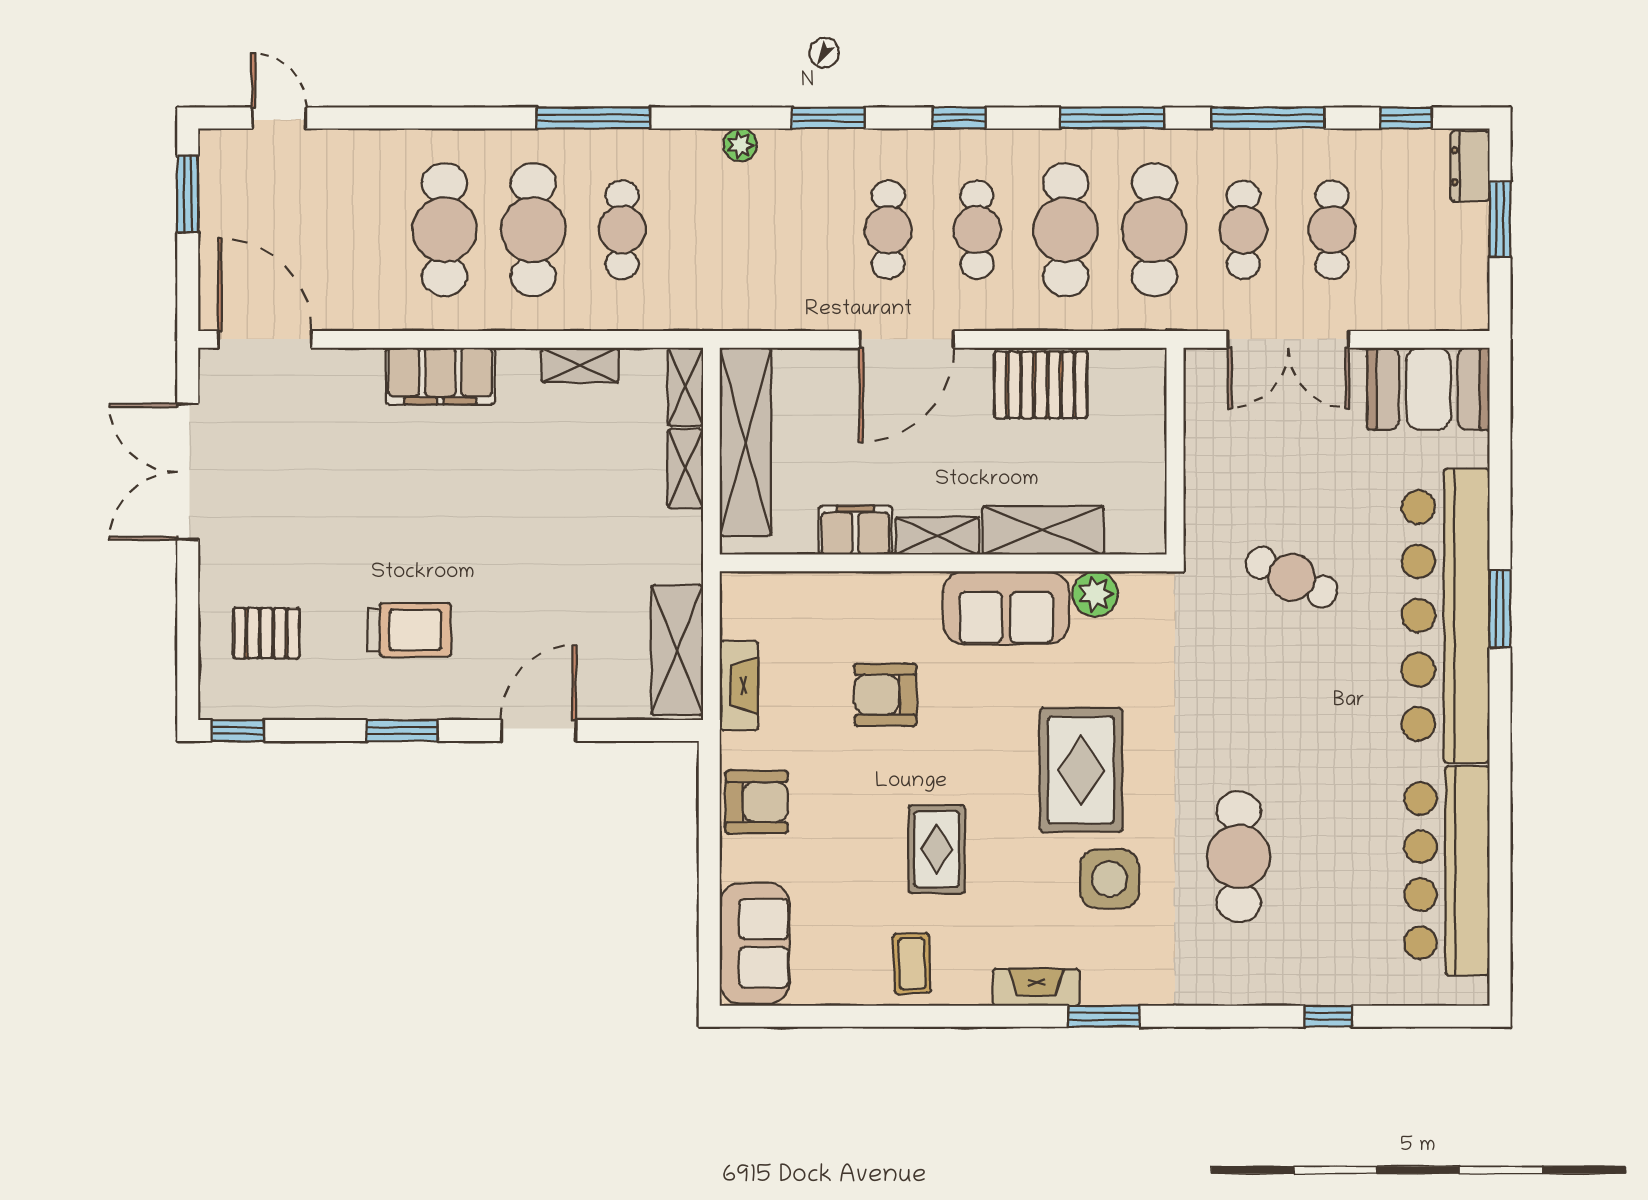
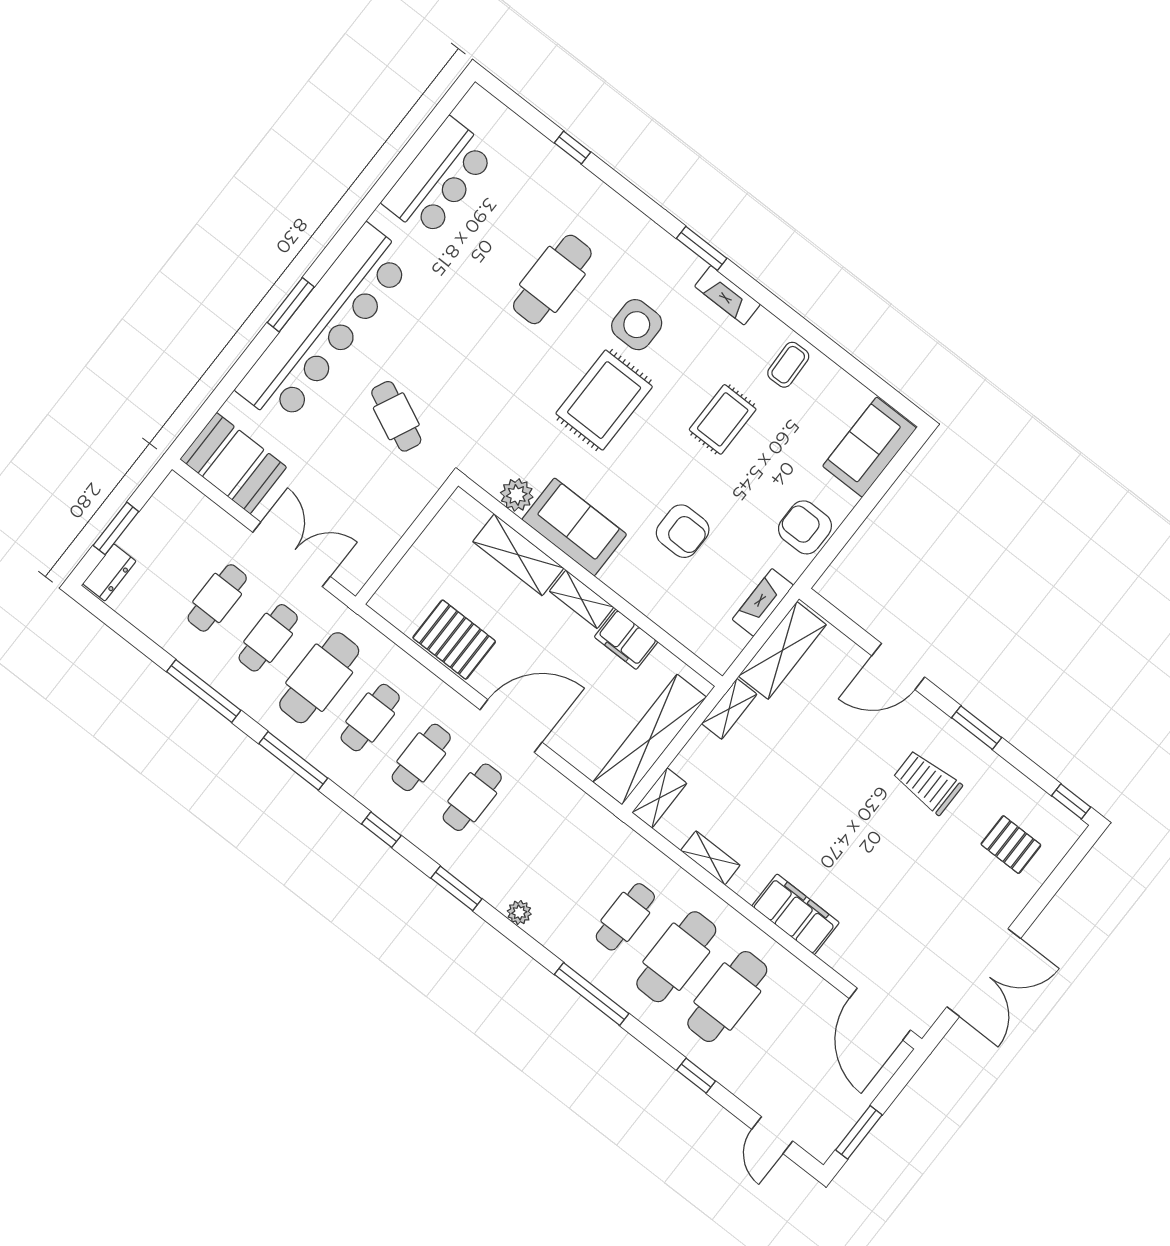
window: (1406, 118) -> (696, 1076), moved
cafe table: (1066, 230) -> (370, 718), width x0.73, depth x0.74
shelving: (685, 469) -> (729, 709), moved
bar counter: (1447, 871) -> (439, 178), width x0.73

